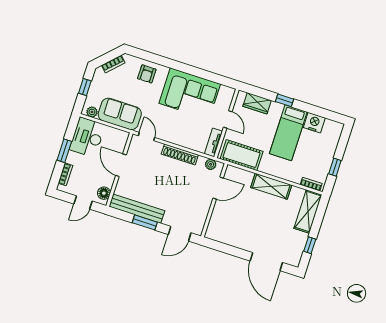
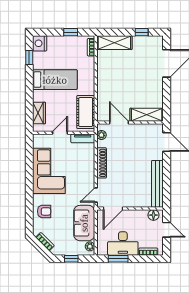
window: (284, 100) -> (29, 57), moved
nightstand: (314, 123) -> (40, 43), moved
desk: (87, 137) -> (123, 243), moved
window: (64, 151) -> (118, 259), moved
door: (121, 165) -> (113, 208), moved
shelving: (271, 186) -> (147, 115), moved, turned 90
window: (145, 222) -> (167, 174), removed

